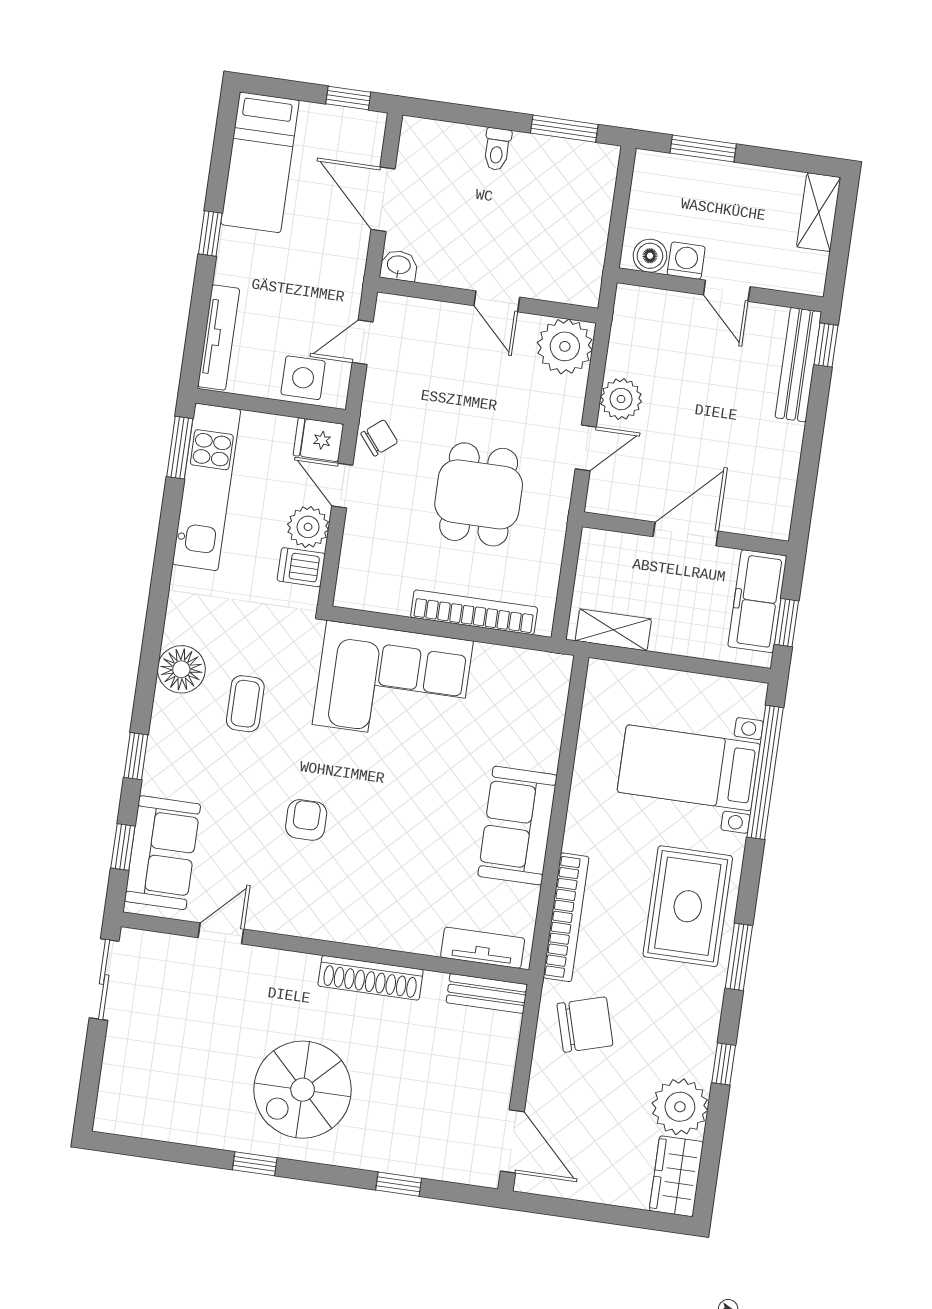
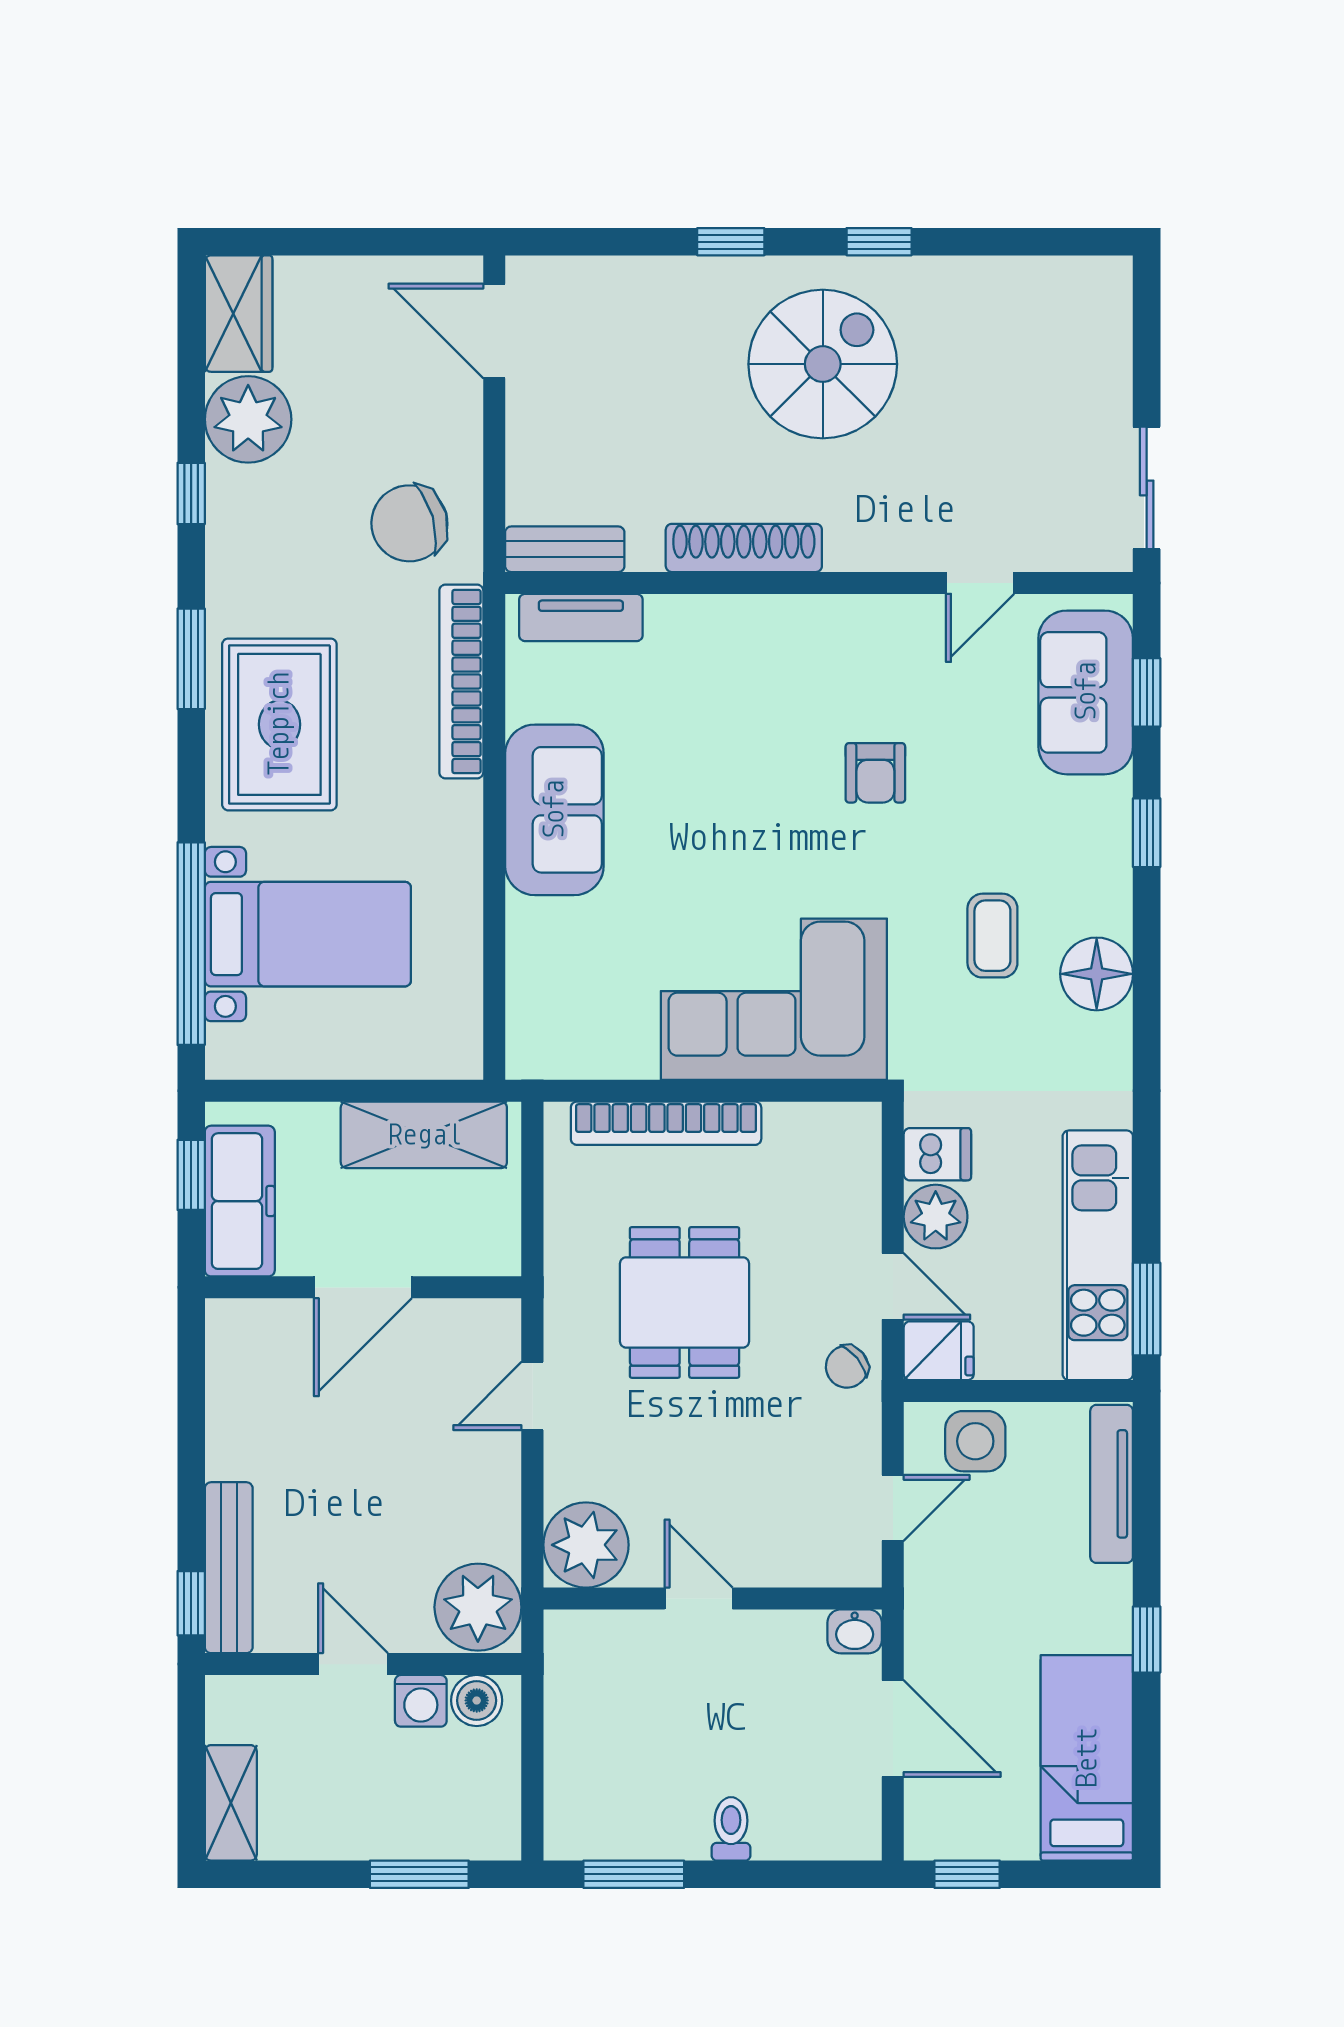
plant: (621, 399) -> (478, 1607), moved, width x1.36, depth x1.36
shelving: (613, 630) -> (424, 1135), width x1.50, depth x1.33
window: (399, 1184) -> (731, 242), moved

